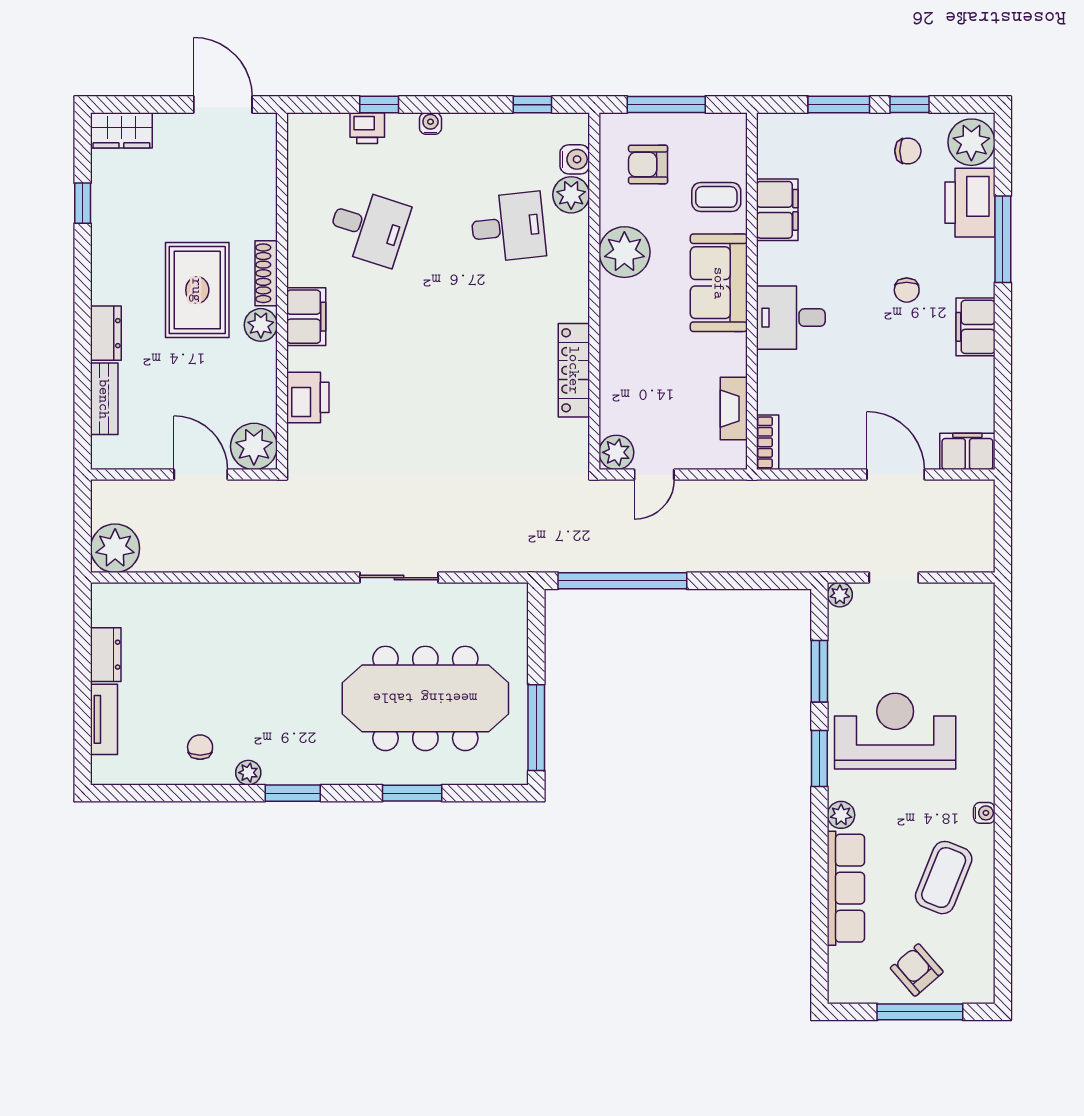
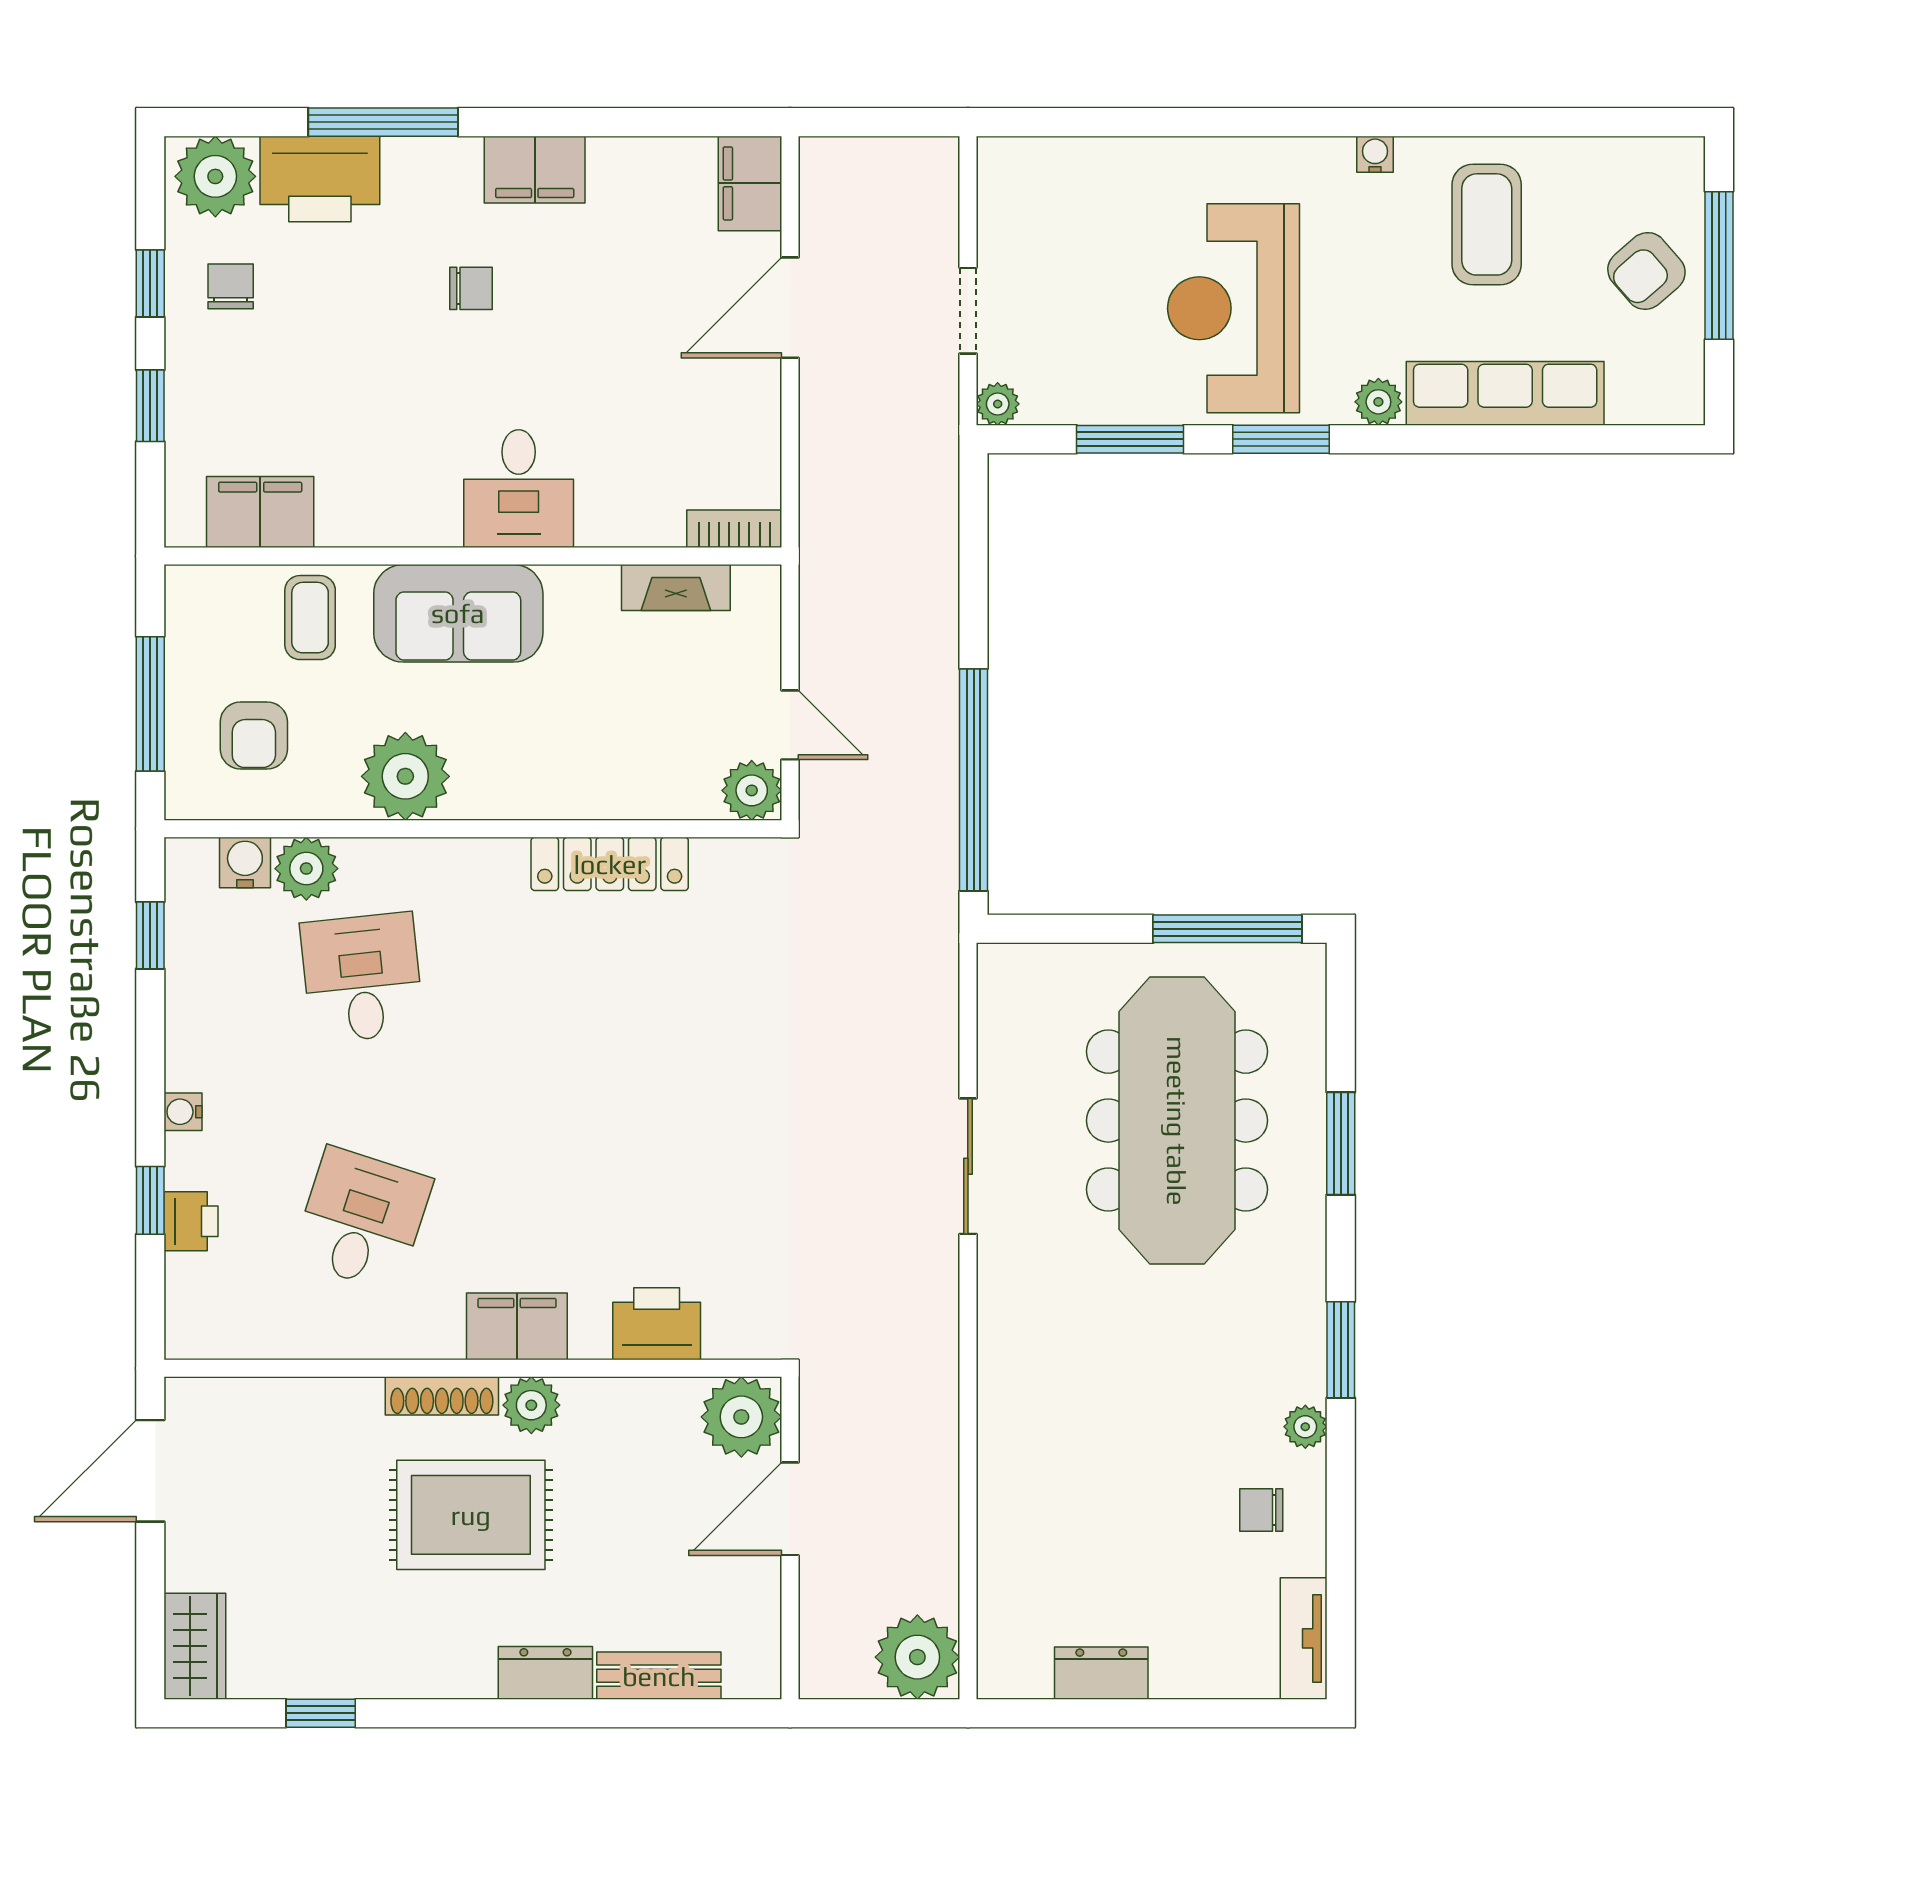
window: (839, 105) -> (150, 406), width x0.67
filing cabinet: (777, 210) -> (260, 512), moved
tv unit: (104, 719) -> (1304, 1638), moved, turned -90
coffee table: (944, 878) -> (1487, 224), turned 68

